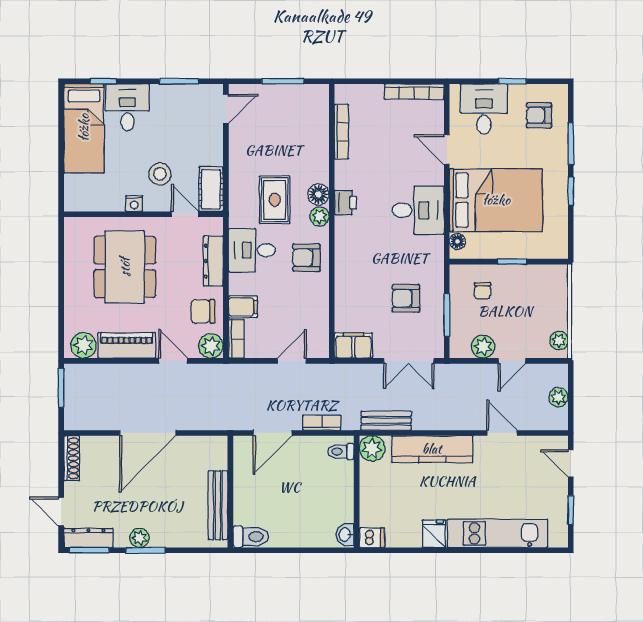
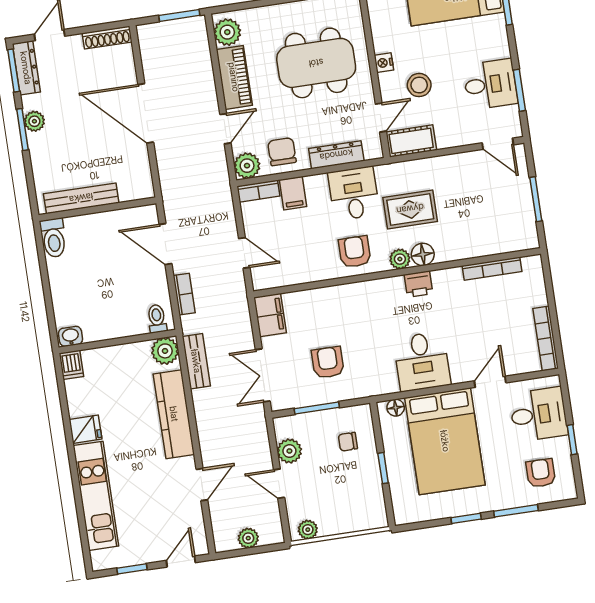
desk: (127, 107) -> (490, 84), moved

